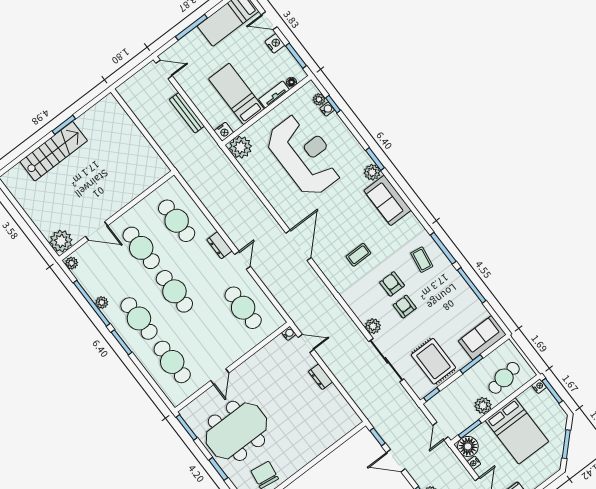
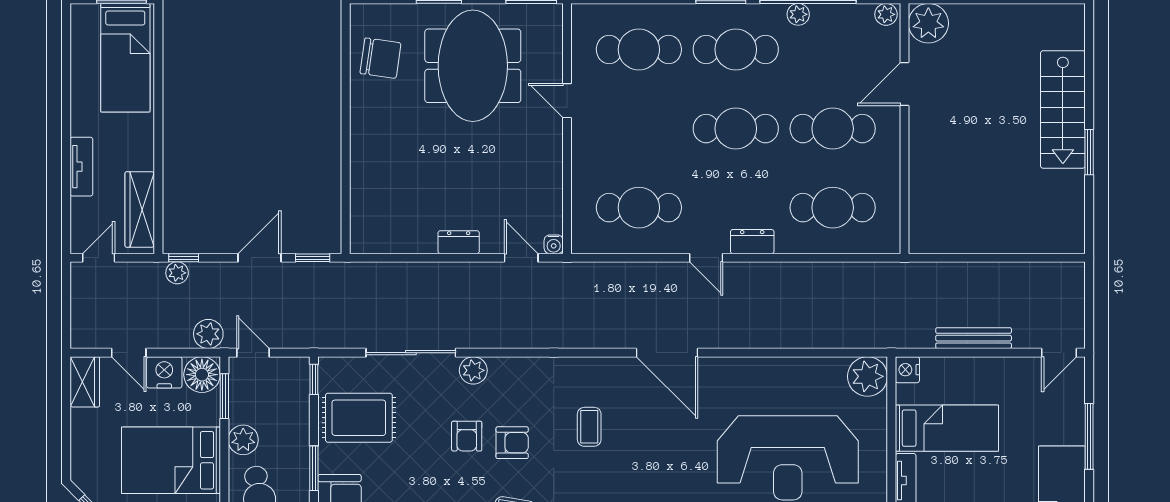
armchair: (405, 307) -> (467, 436), turned 90
door: (306, 343) -> (521, 258), swing flipped
plant: (448, 458) -> (208, 334), added
nightstand: (474, 463) -> (164, 372), width x1.89, depth x1.79

